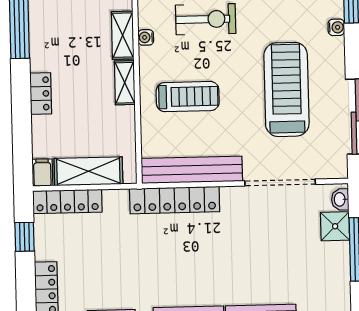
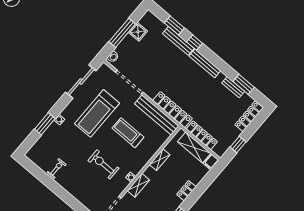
shelving: (125, 83) -> (160, 160), moved
treadmill: (188, 97) -> (128, 133), moved
locker: (67, 201) -> (202, 135), moved
shower: (335, 226) -> (138, 32), moved

